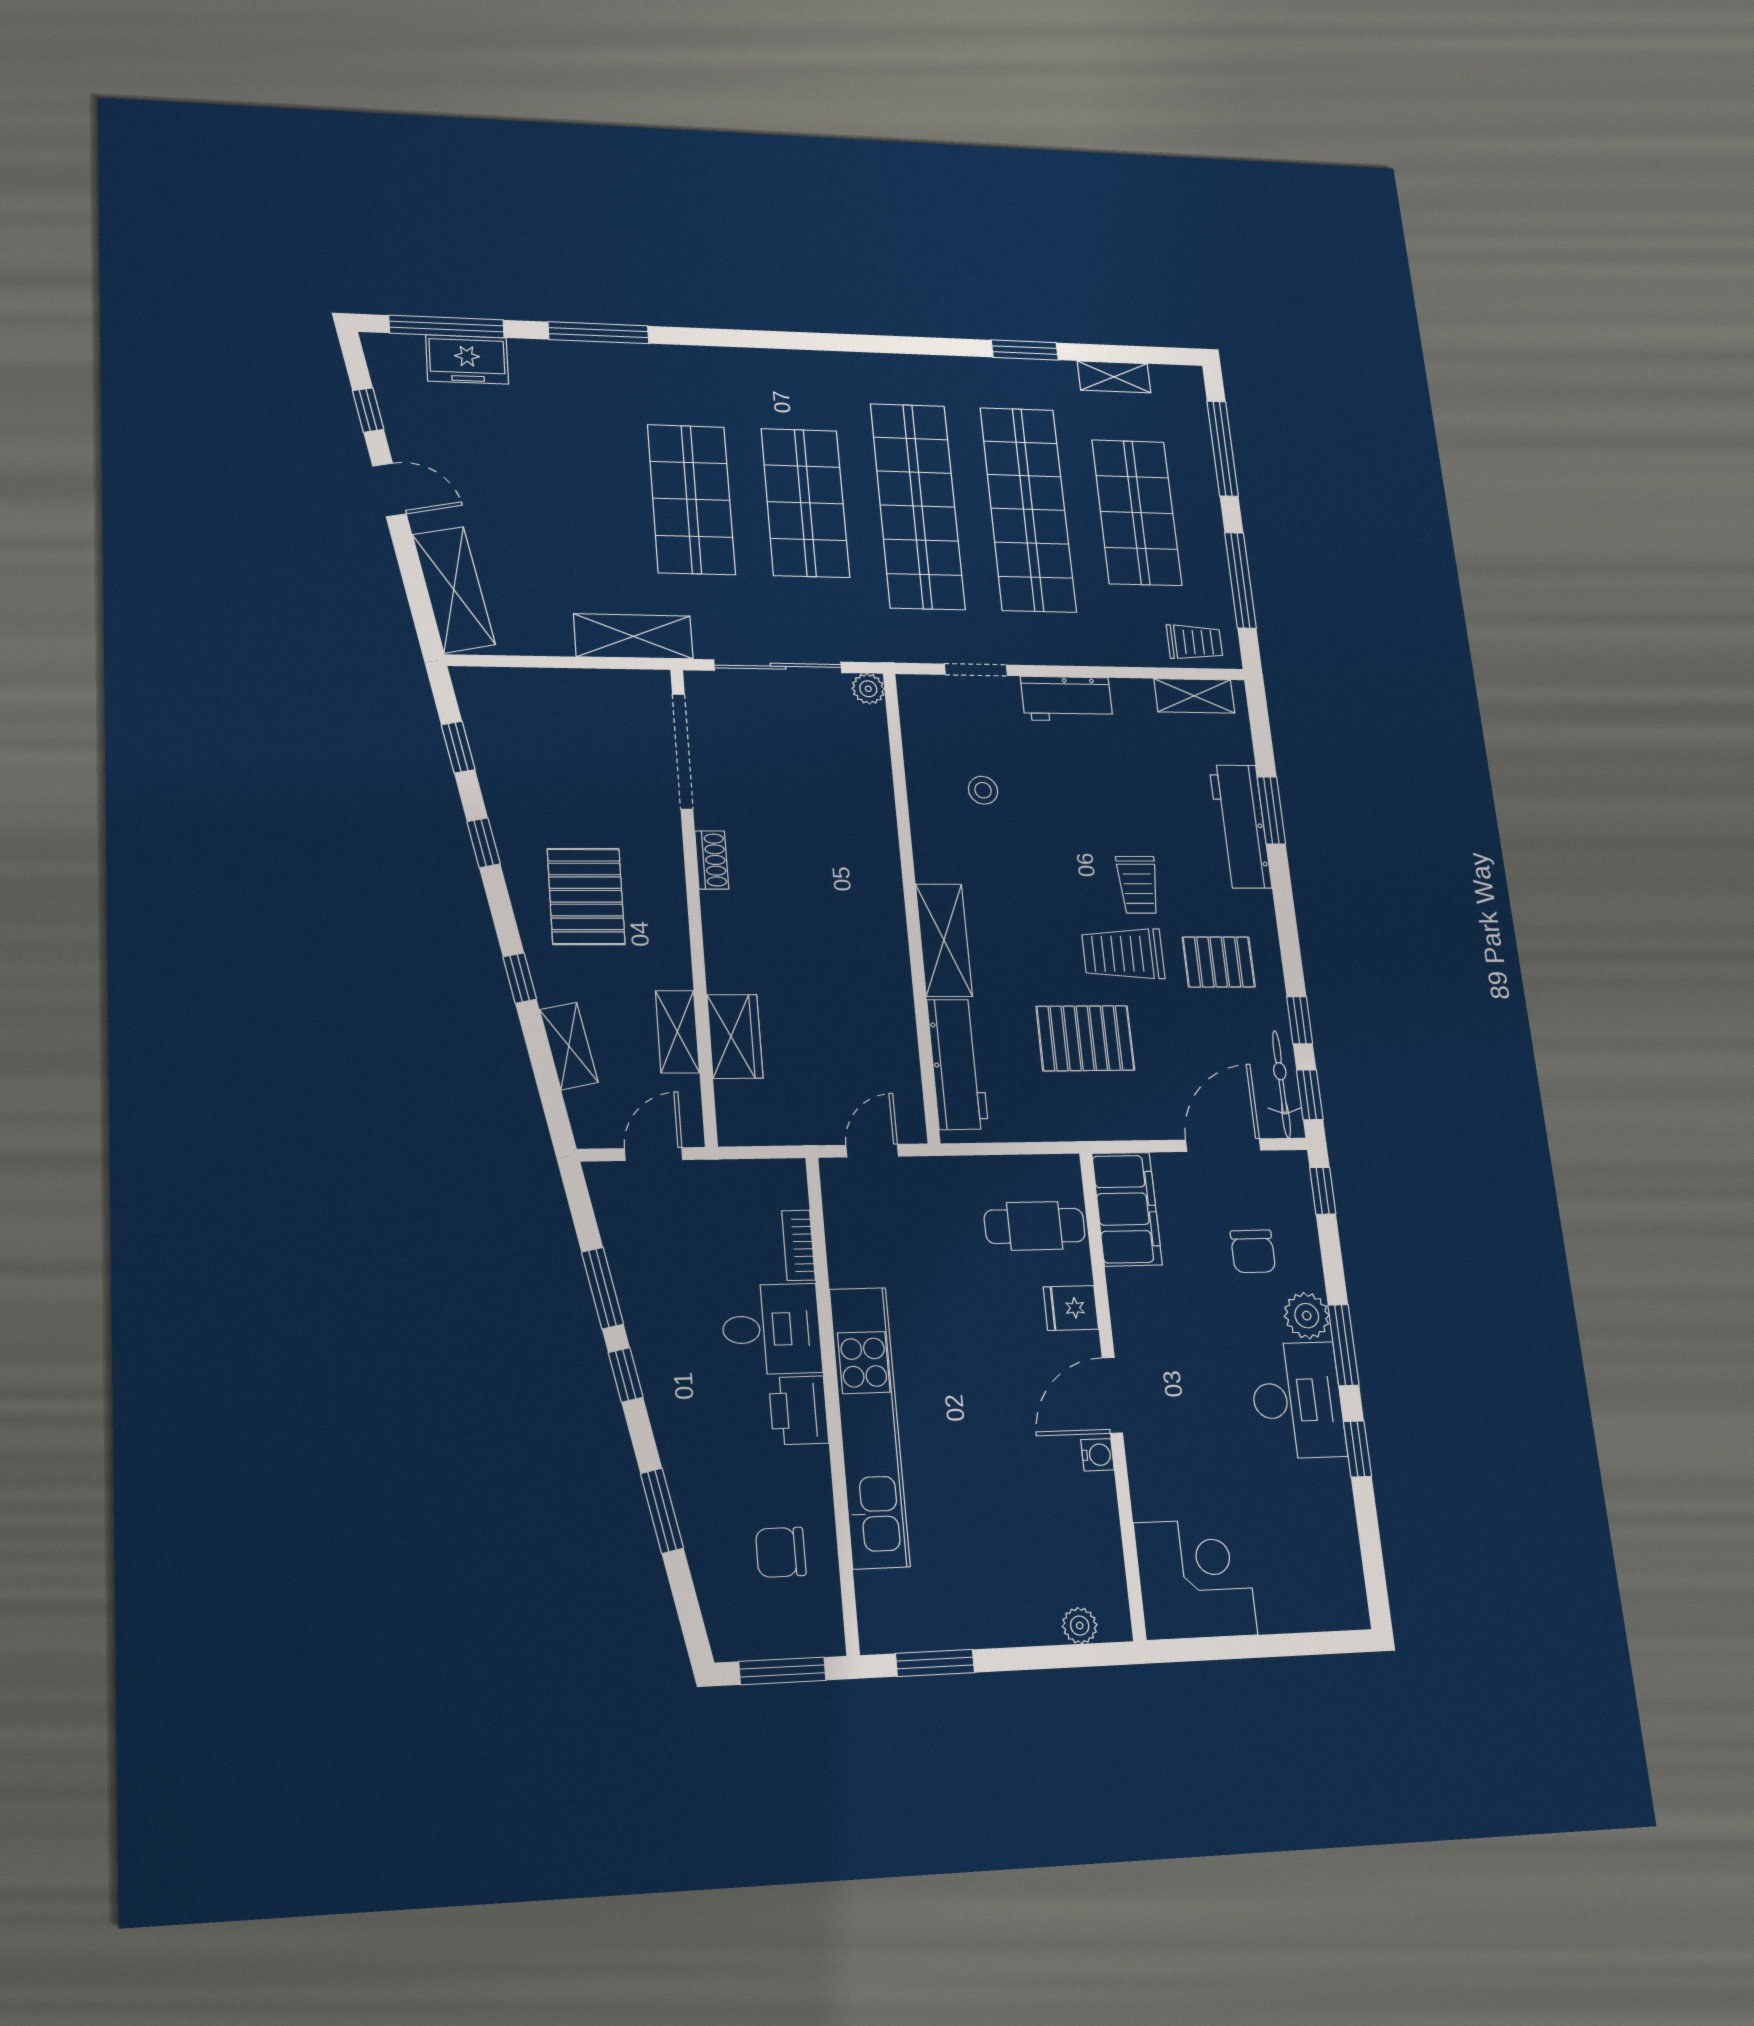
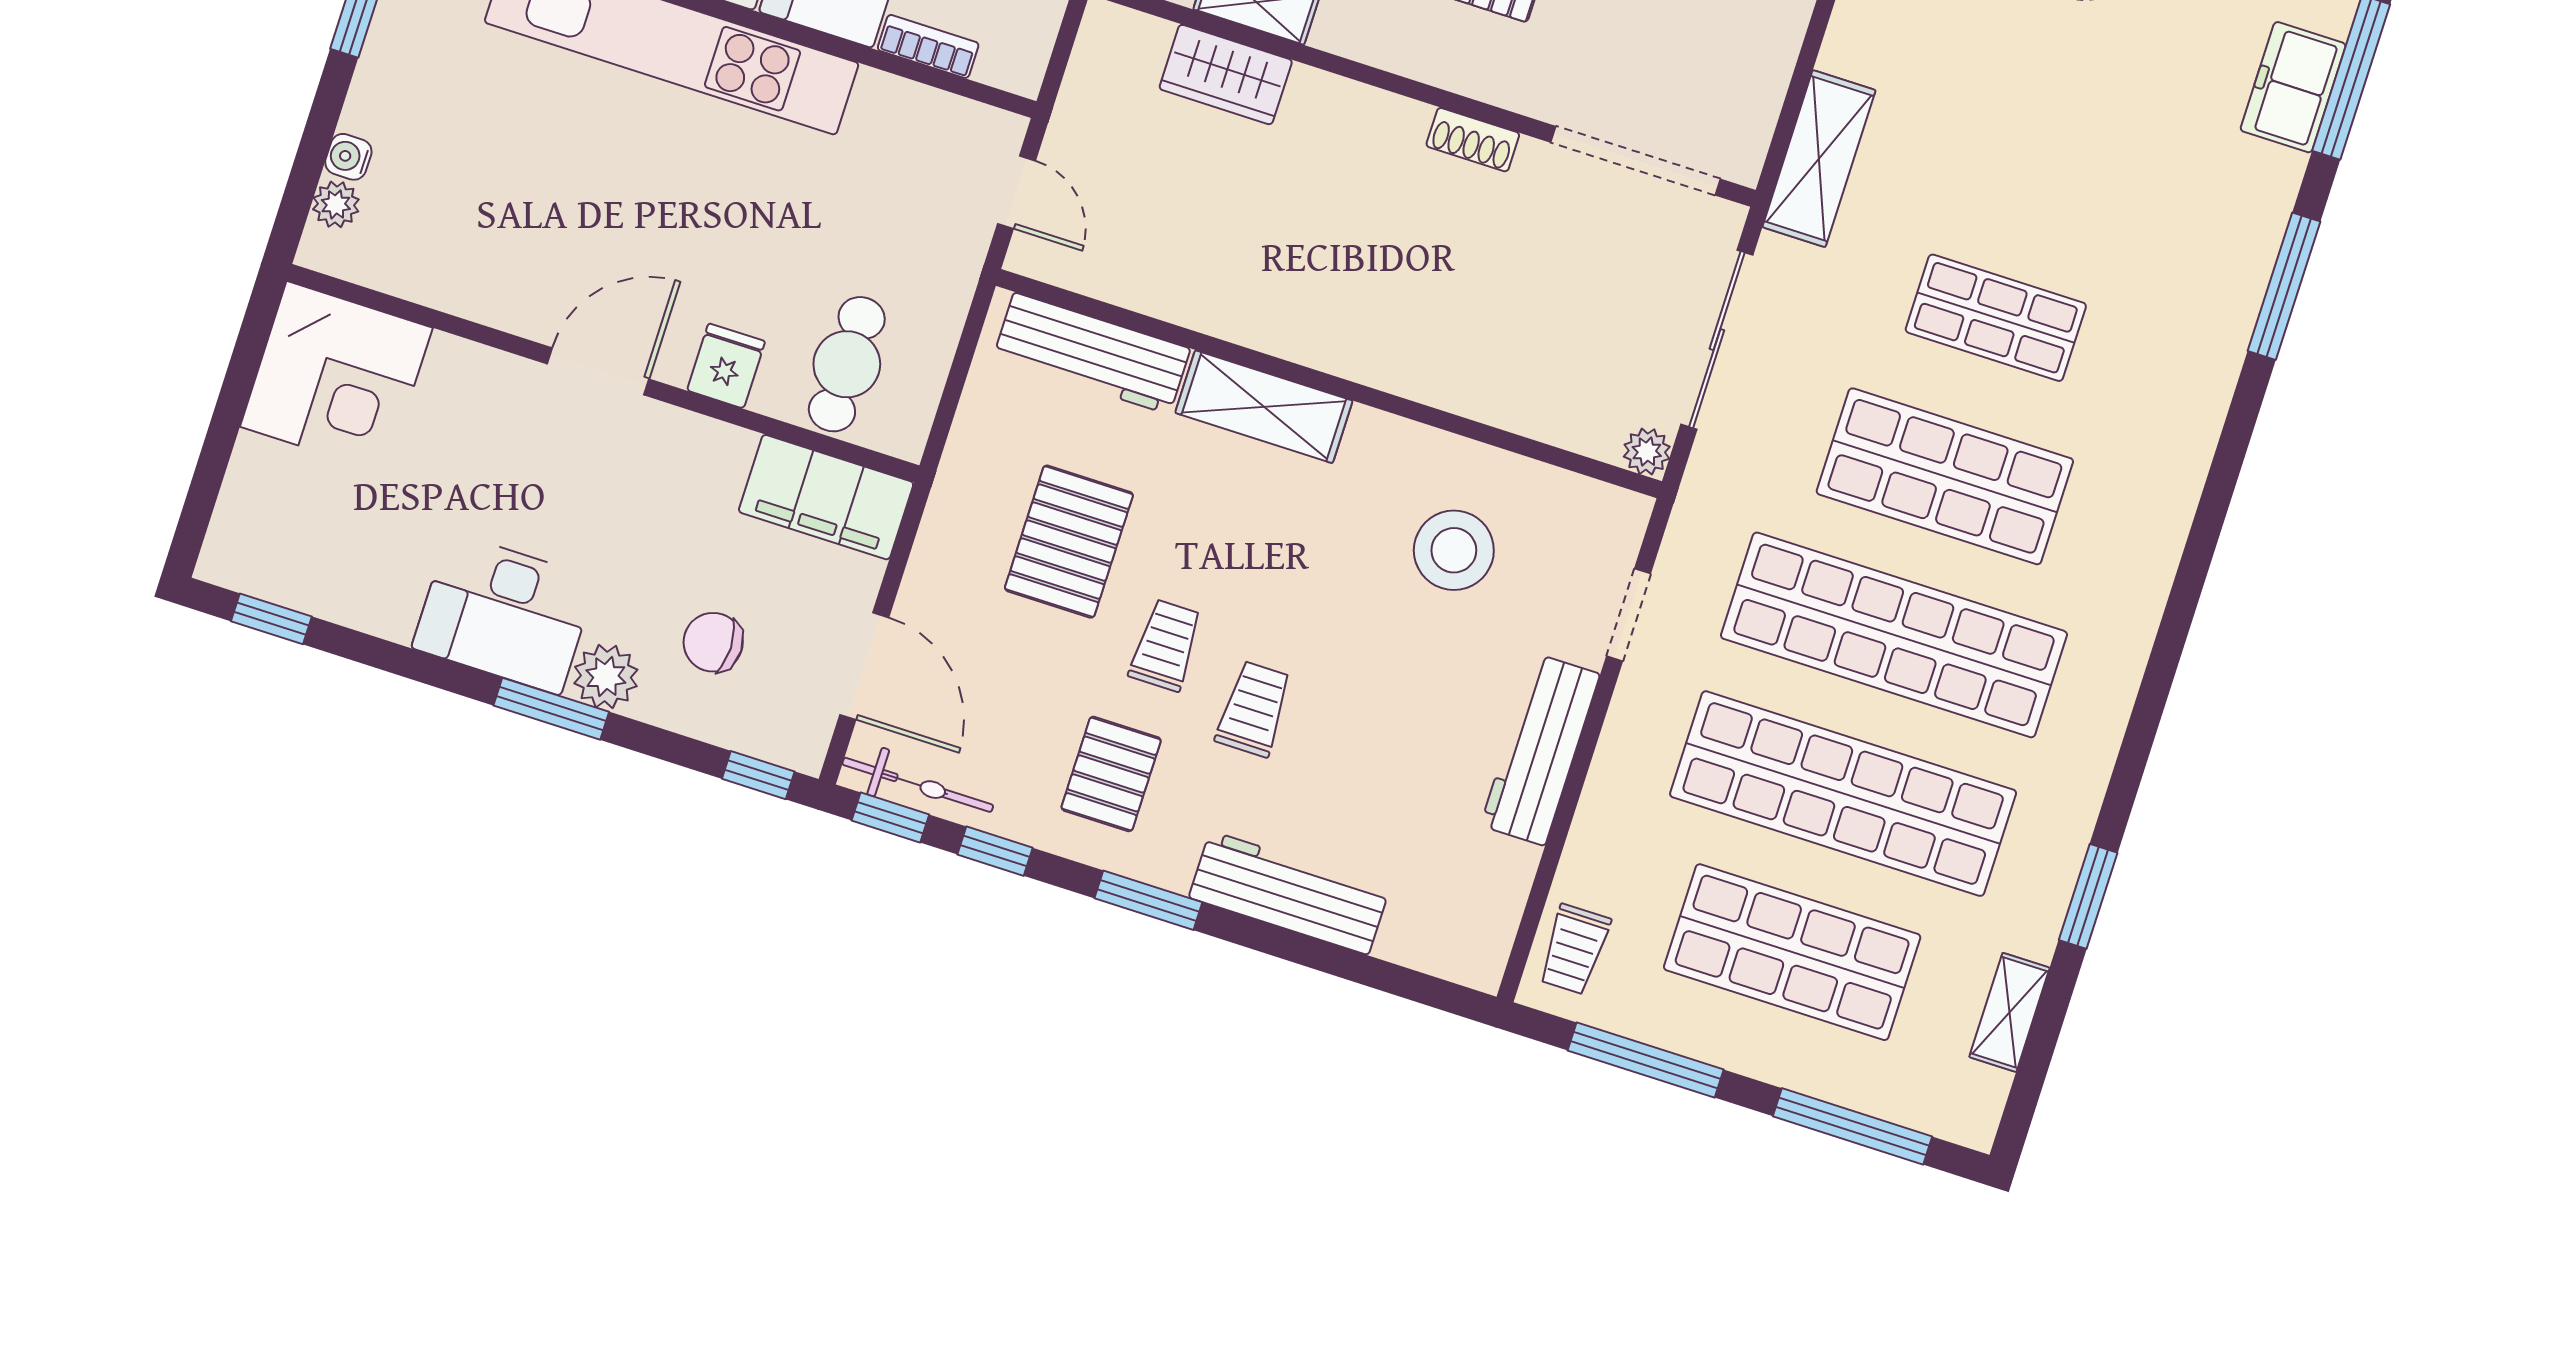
shop shelf: (691, 499) -> (1996, 318), width x0.70, depth x0.74
shelving: (1194, 696) -> (1496, 913), removed
workbench: (1067, 699) -> (1540, 750), width x1.37
stool: (983, 790) -> (1454, 550), width x1.89, depth x1.89
window: (1271, 810) -> (1148, 900), moved
trolley: (1138, 885) -> (1254, 709), turned 90
trolley: (1123, 954) -> (1166, 645), width x0.73, depth x0.72
door: (1112, 1395) -> (598, 371), hinge flipped
window: (1357, 1449) -> (271, 619), moved
water cooler: (1097, 1455) -> (348, 157), moved, turned 90

